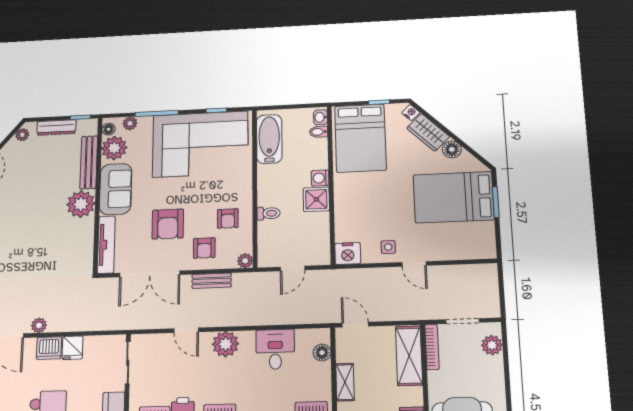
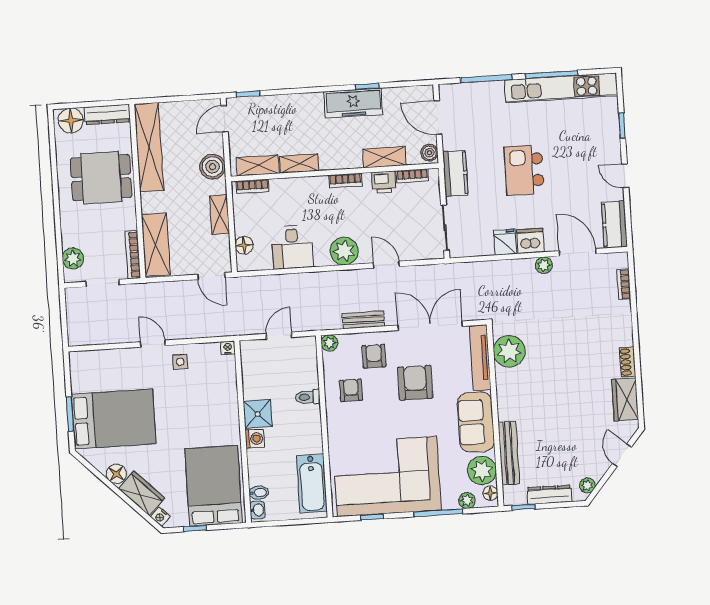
plant: (81, 204) -> (509, 351), moved
nightstand: (348, 254) -> (228, 348), width x0.53, depth x0.56

